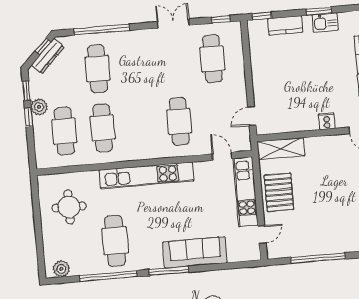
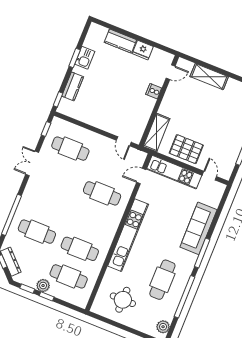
cafe table: (115, 241) -> (162, 280), turned 90

